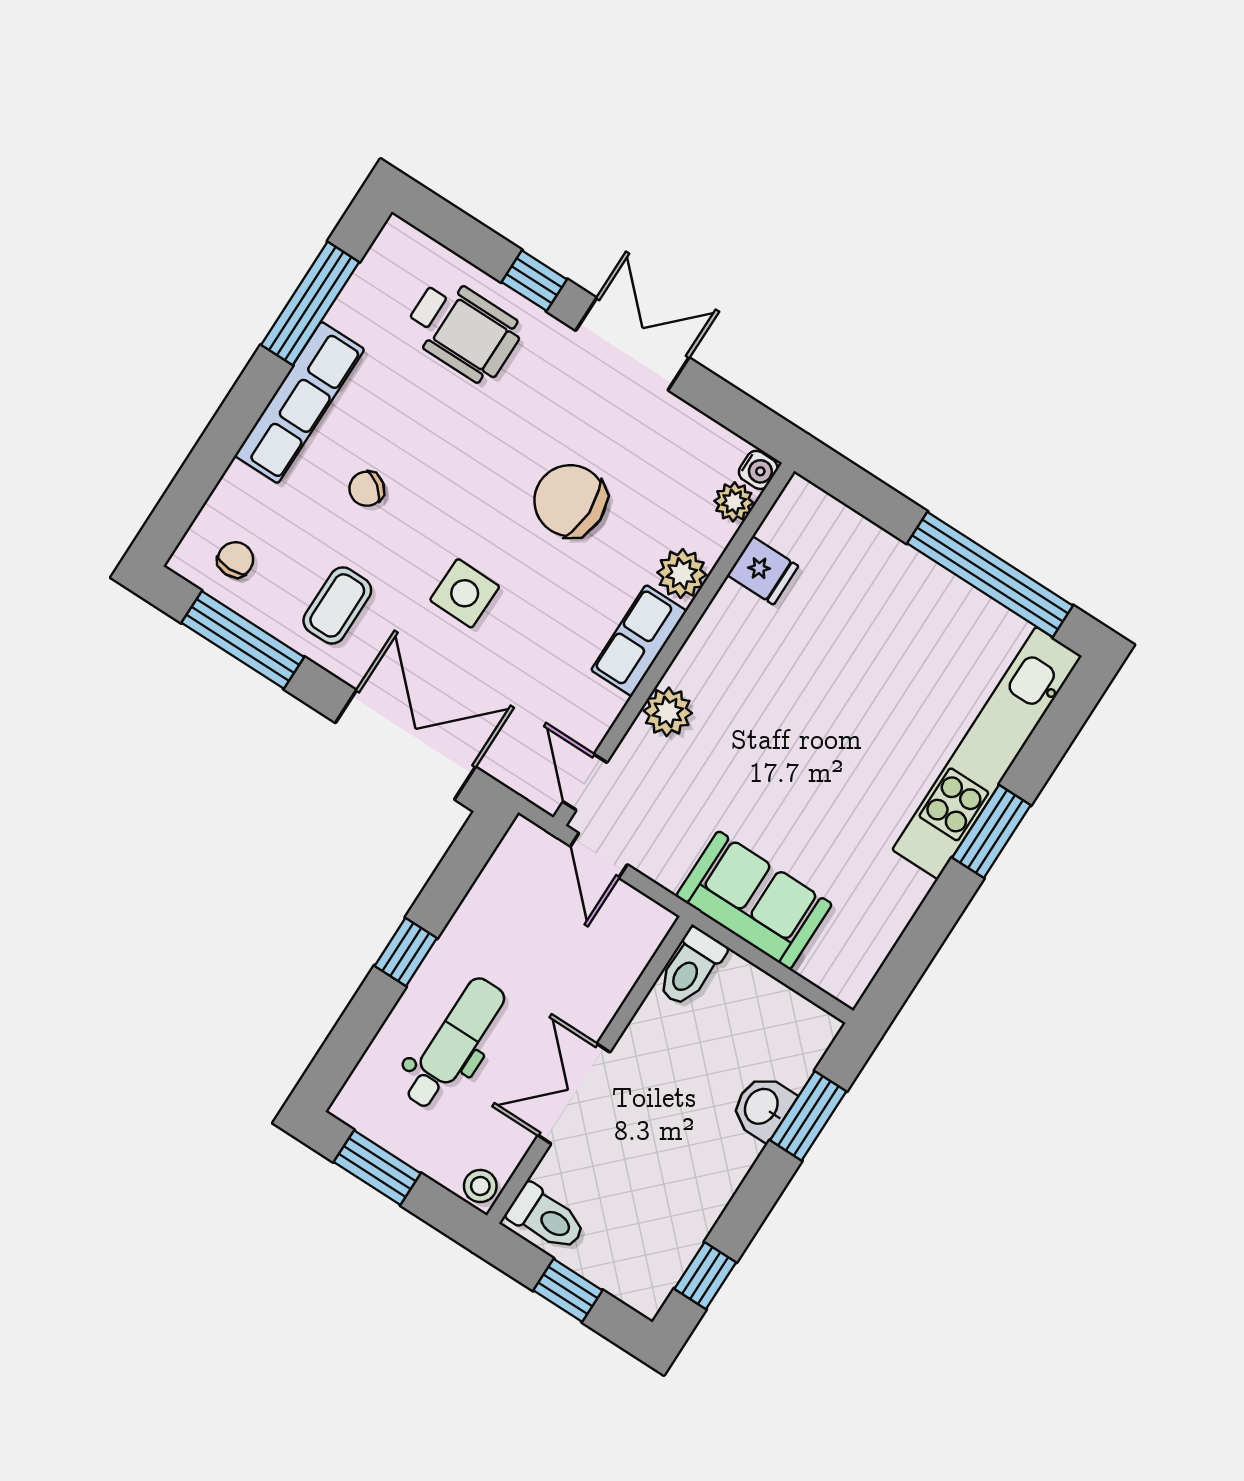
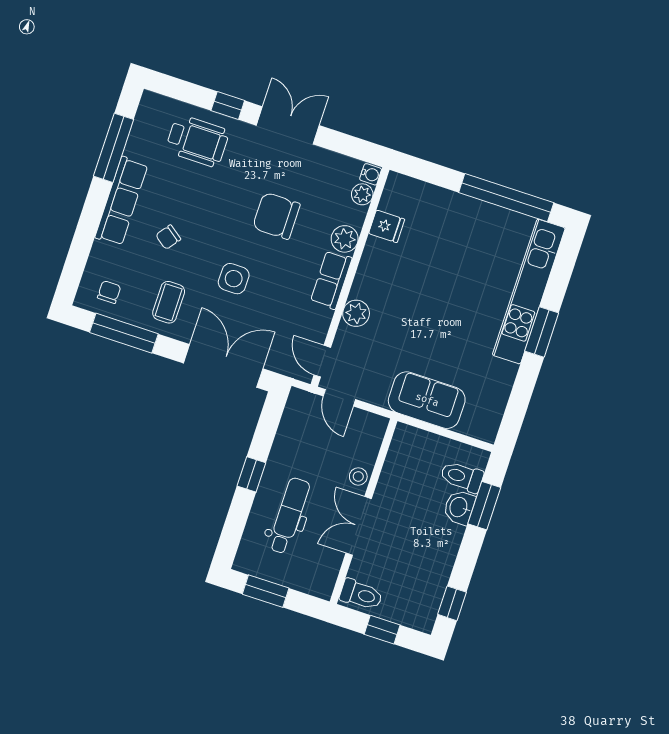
toilet: (691, 967) -> (462, 477), moved, turned 90
stool: (480, 1186) -> (358, 476), moved

